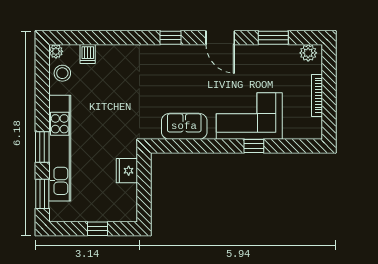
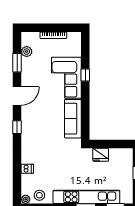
plant: (308, 53) -> (27, 52), moved
dishwasher: (88, 54) -> (27, 169), moved
sofa: (184, 126) -> (73, 119), width x1.36

